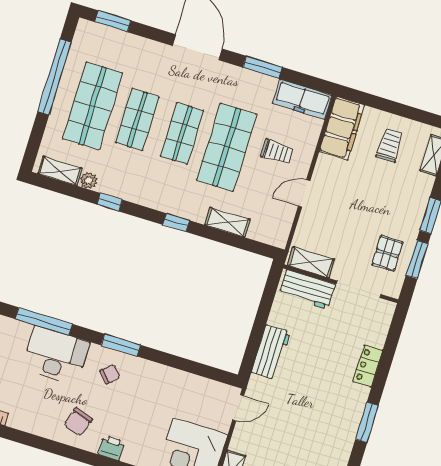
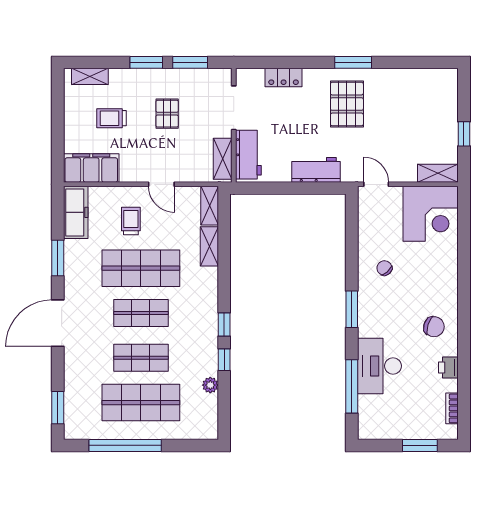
trolley: (390, 145) -> (112, 118), moved
shelving: (60, 171) -> (210, 206), moved
window: (176, 223) -> (224, 325), moved
pallet: (387, 253) -> (167, 114), moved, turned 90
locker: (368, 366) -> (284, 78), moved
chair: (110, 374) -> (384, 268), moved
pallet: (327, 403) -> (347, 104), added
printer: (112, 448) -> (448, 367), moved

